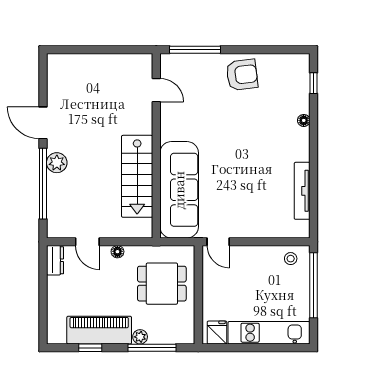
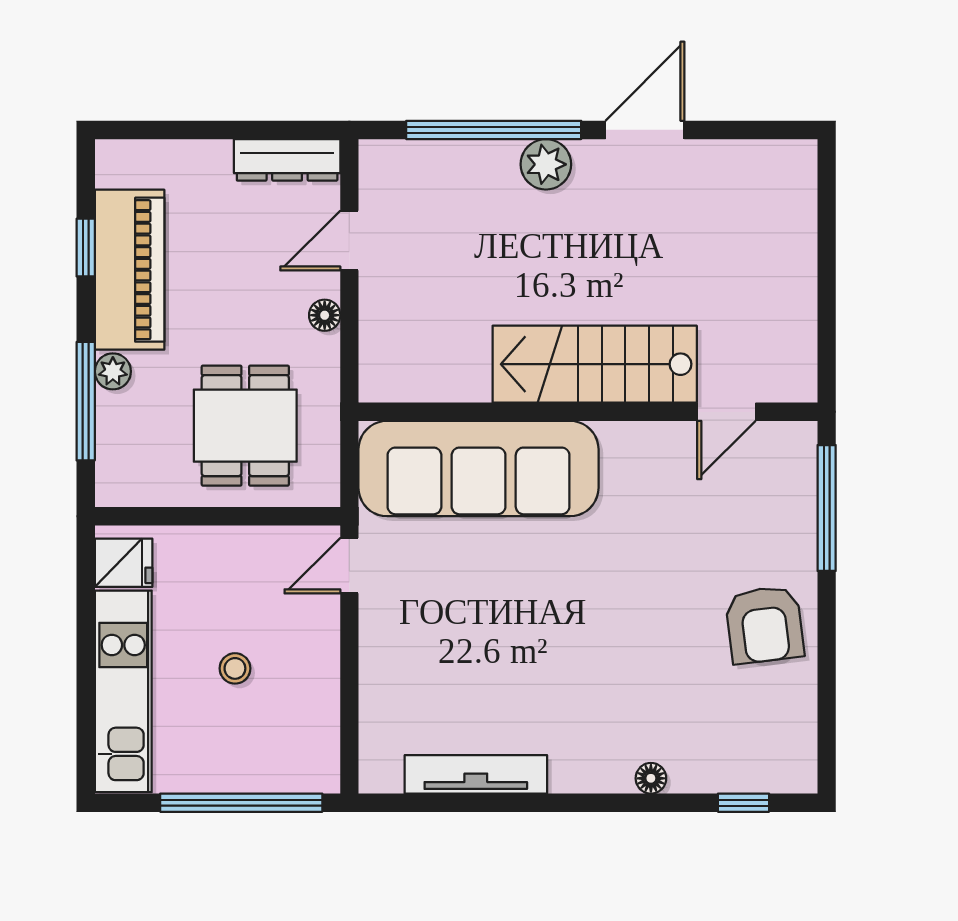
stairs: (137, 176) -> (595, 364), moved
stool: (291, 259) -> (235, 668), moved
dresser: (55, 260) -> (287, 160), width x1.44

